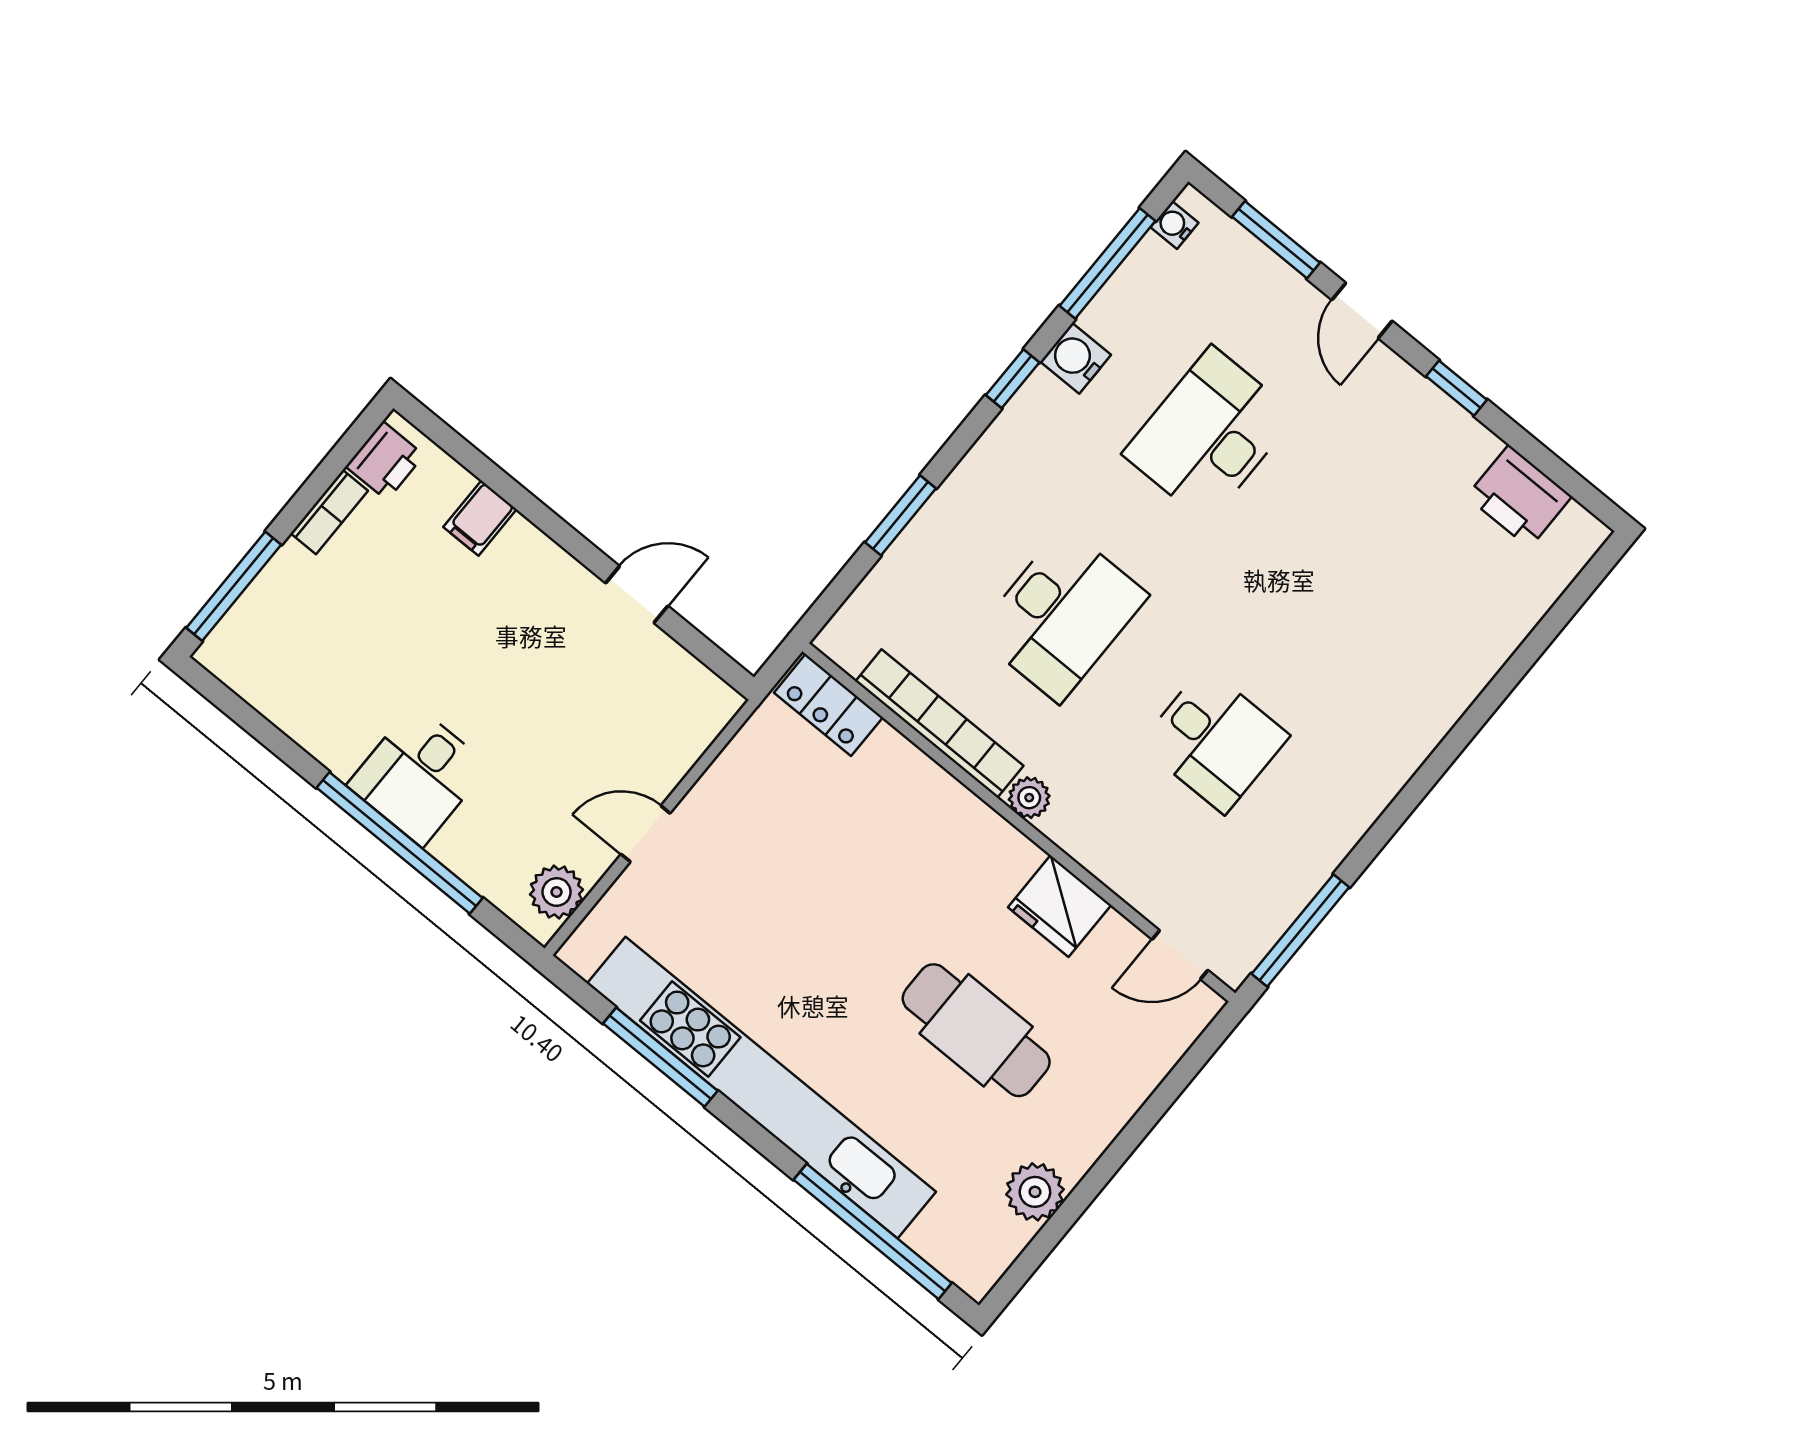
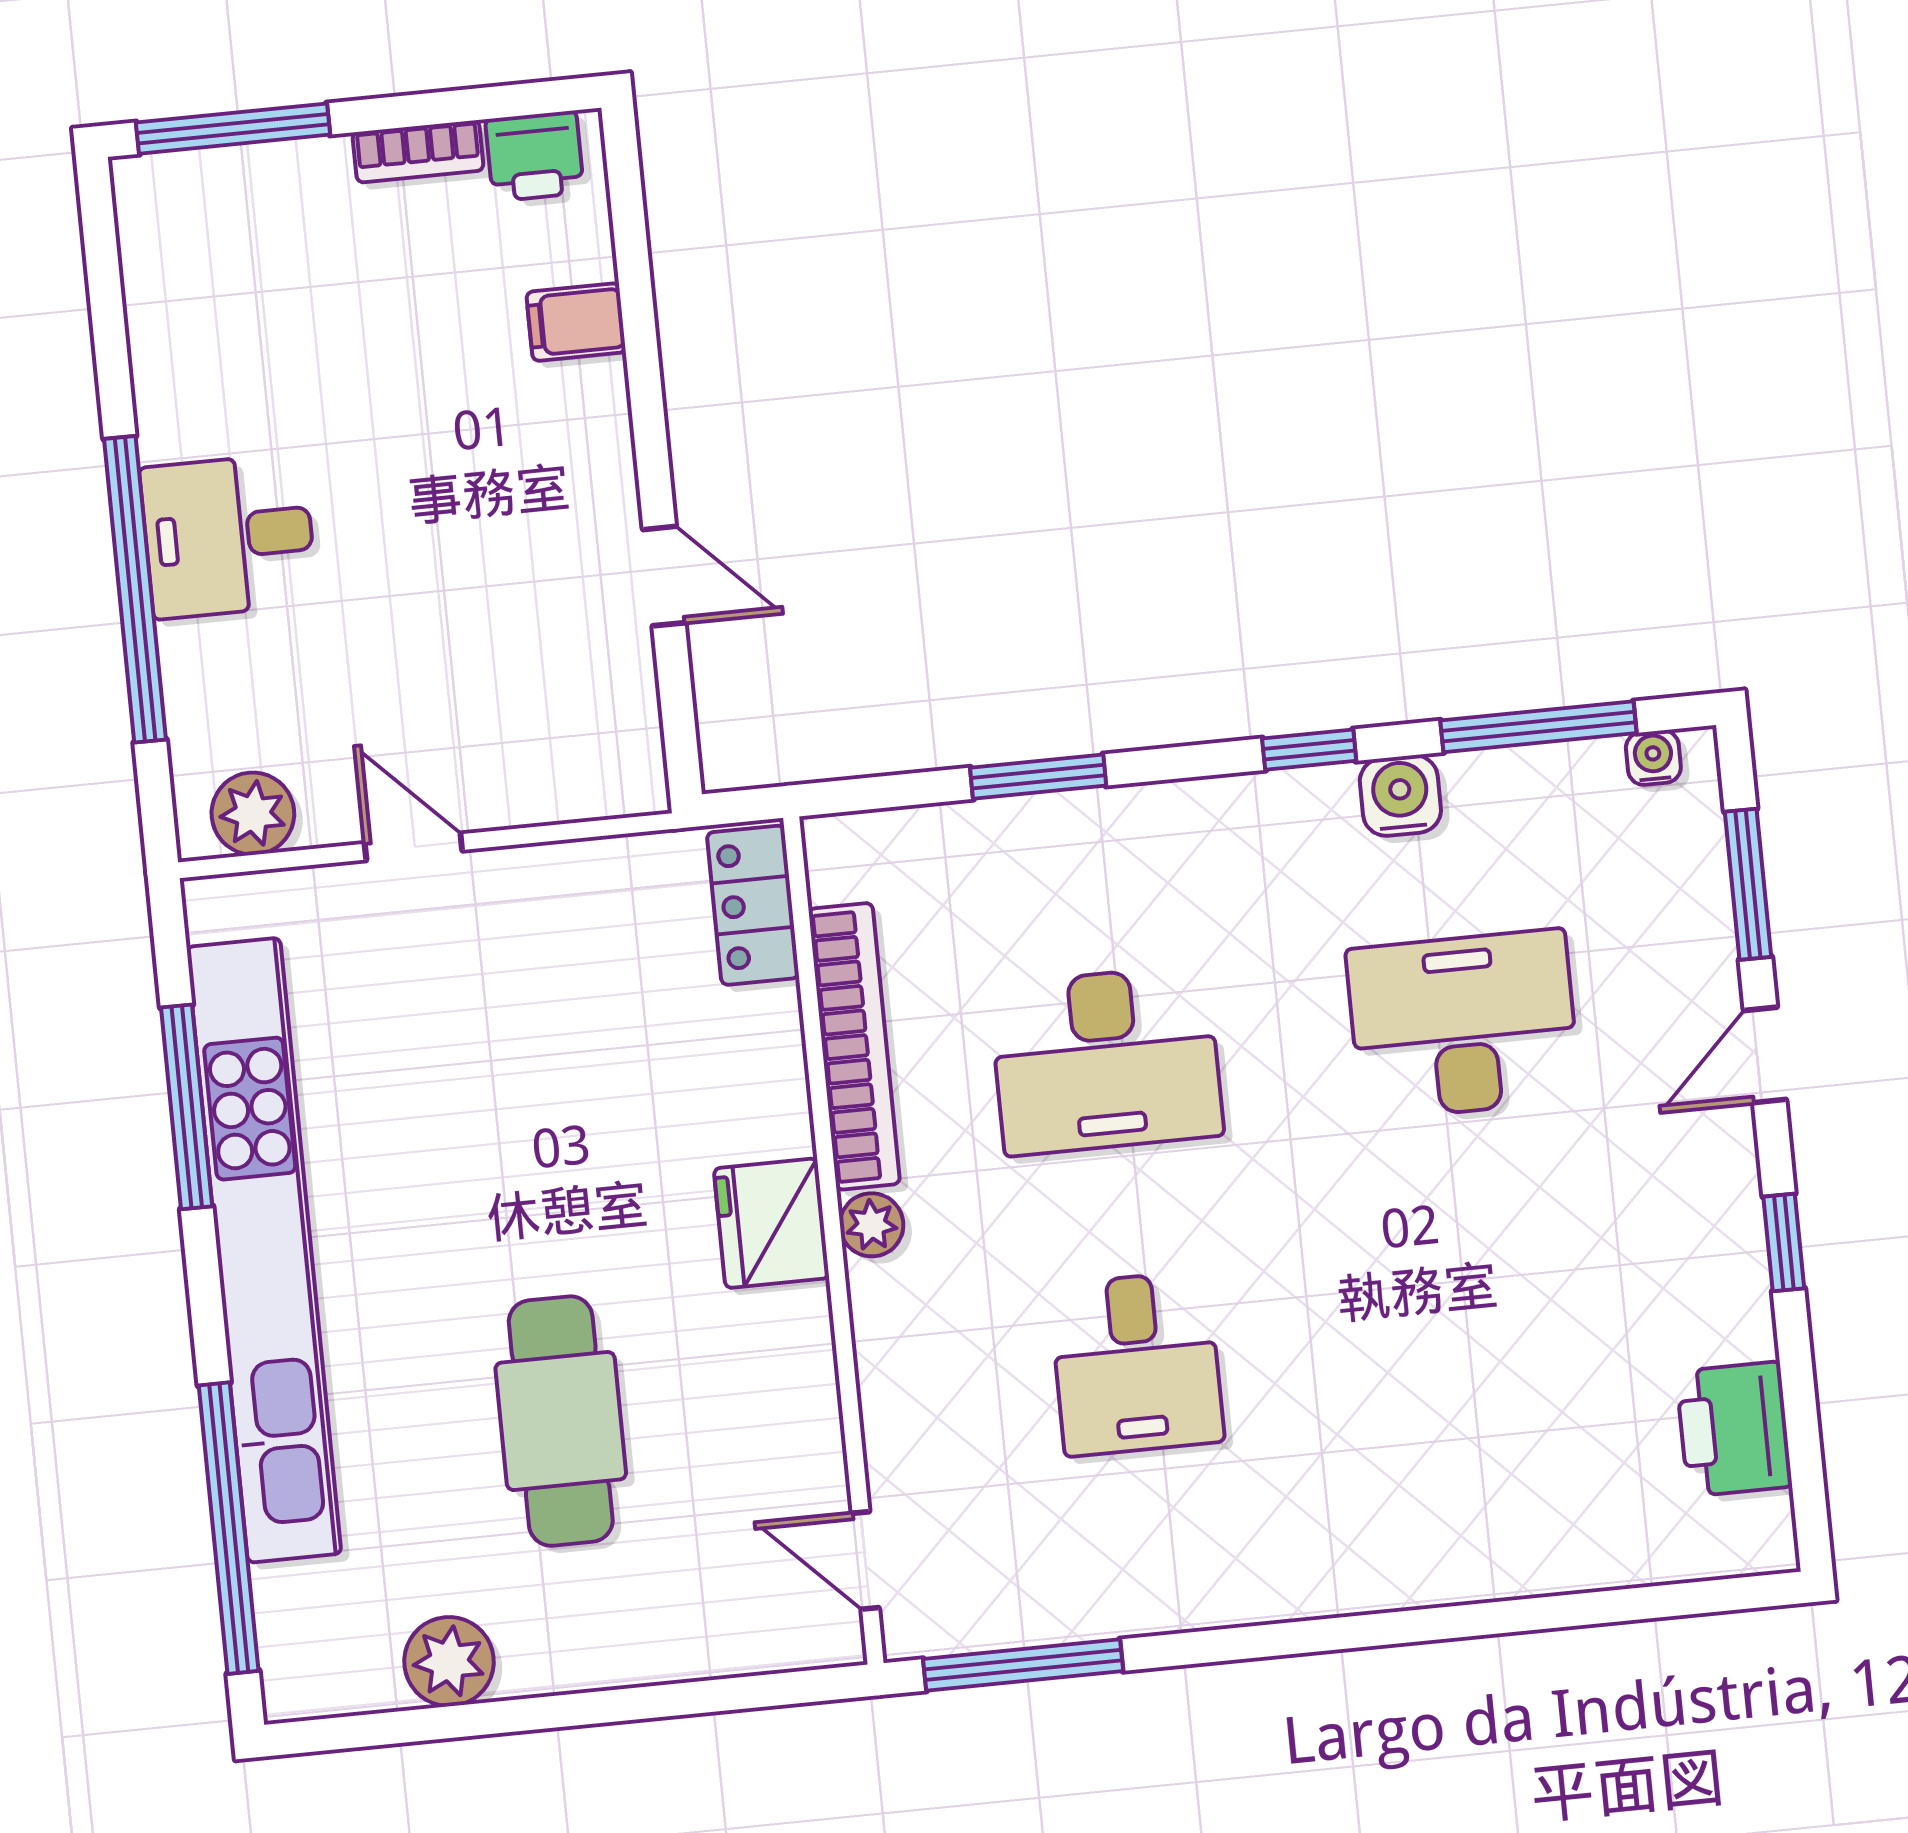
fridge: (1060, 906) -> (771, 1223), moved

